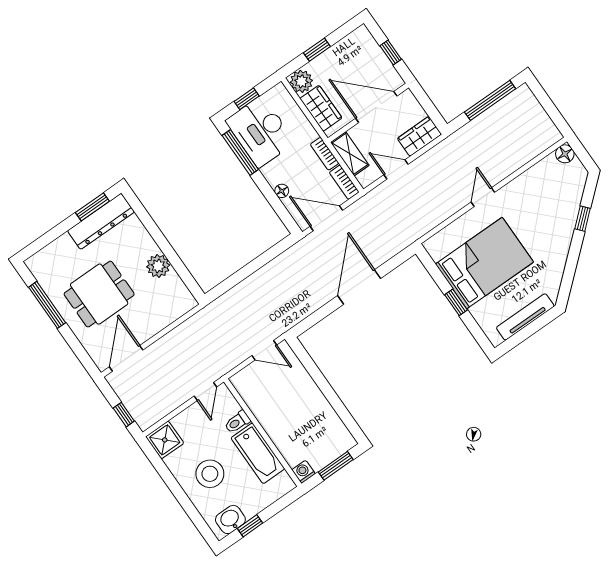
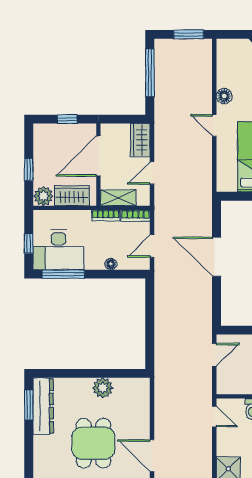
window: (553, 112) -> (189, 34), added
floor lamp: (565, 154) -> (224, 96), moved
door: (326, 218) -> (152, 246), width x0.73

